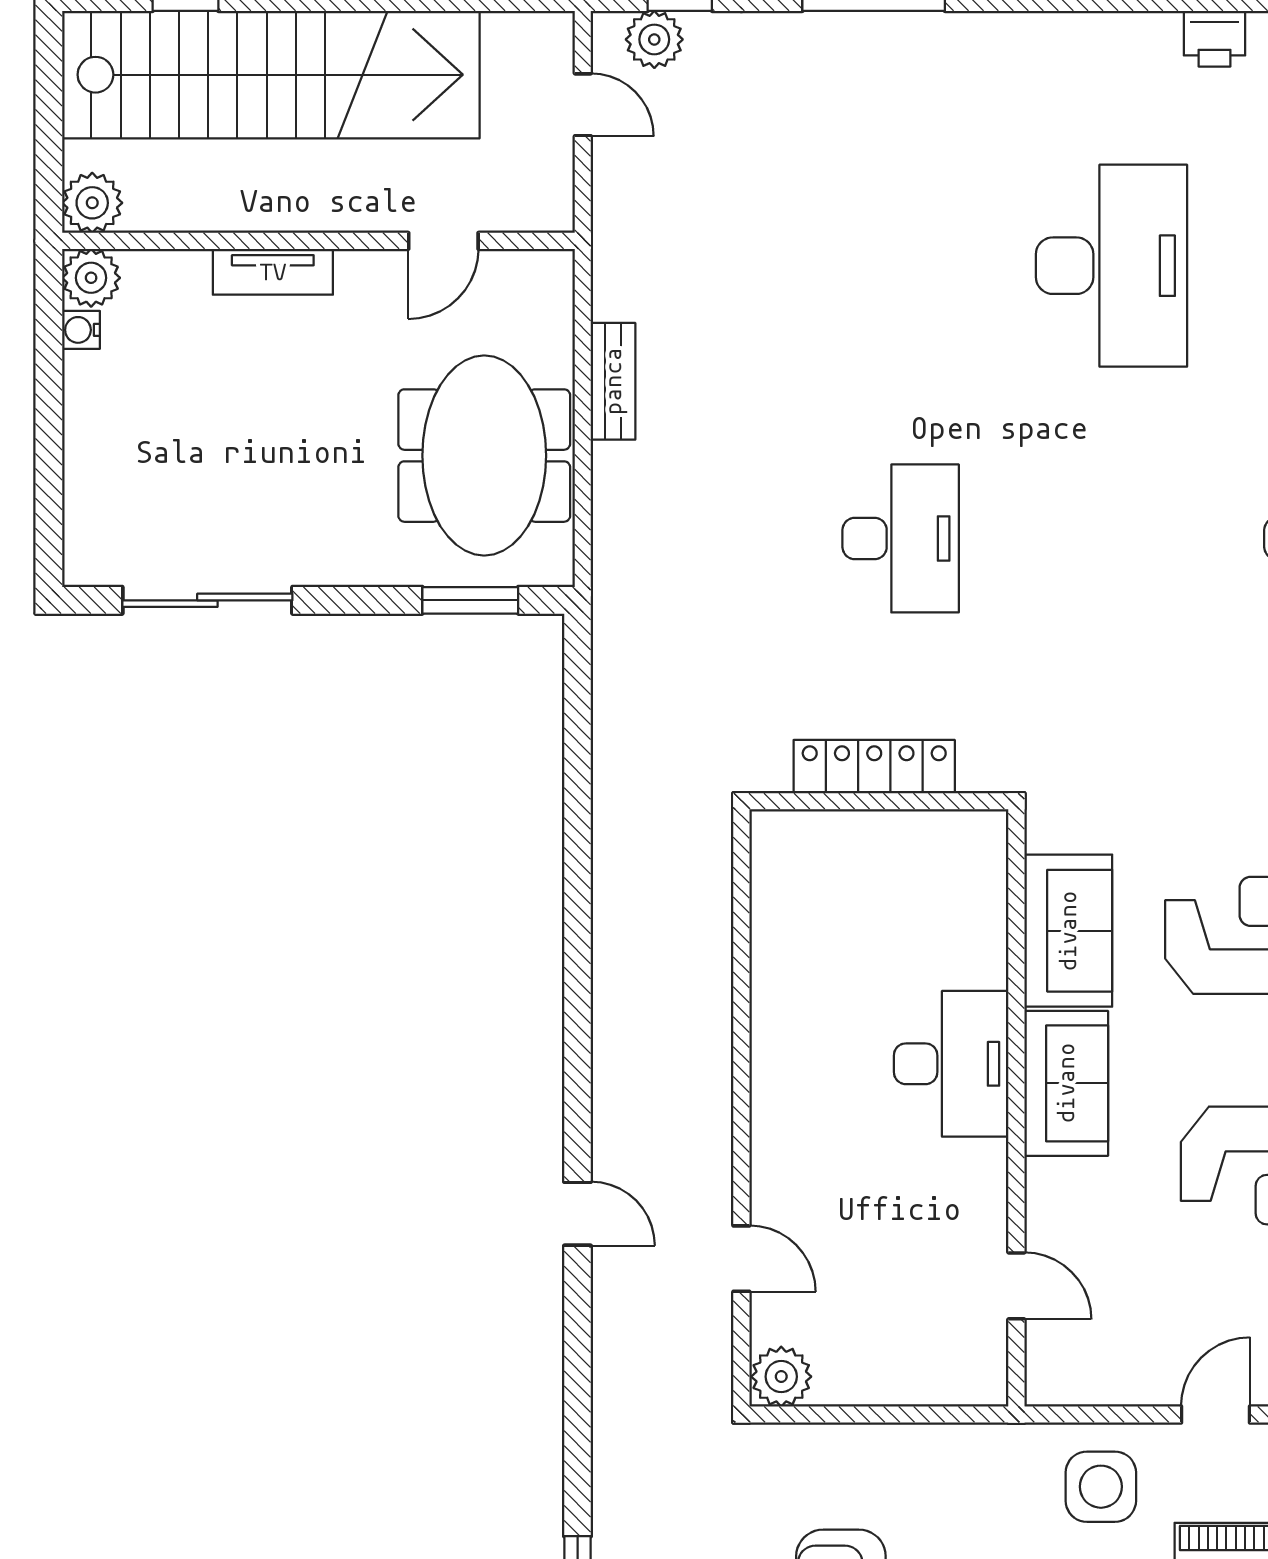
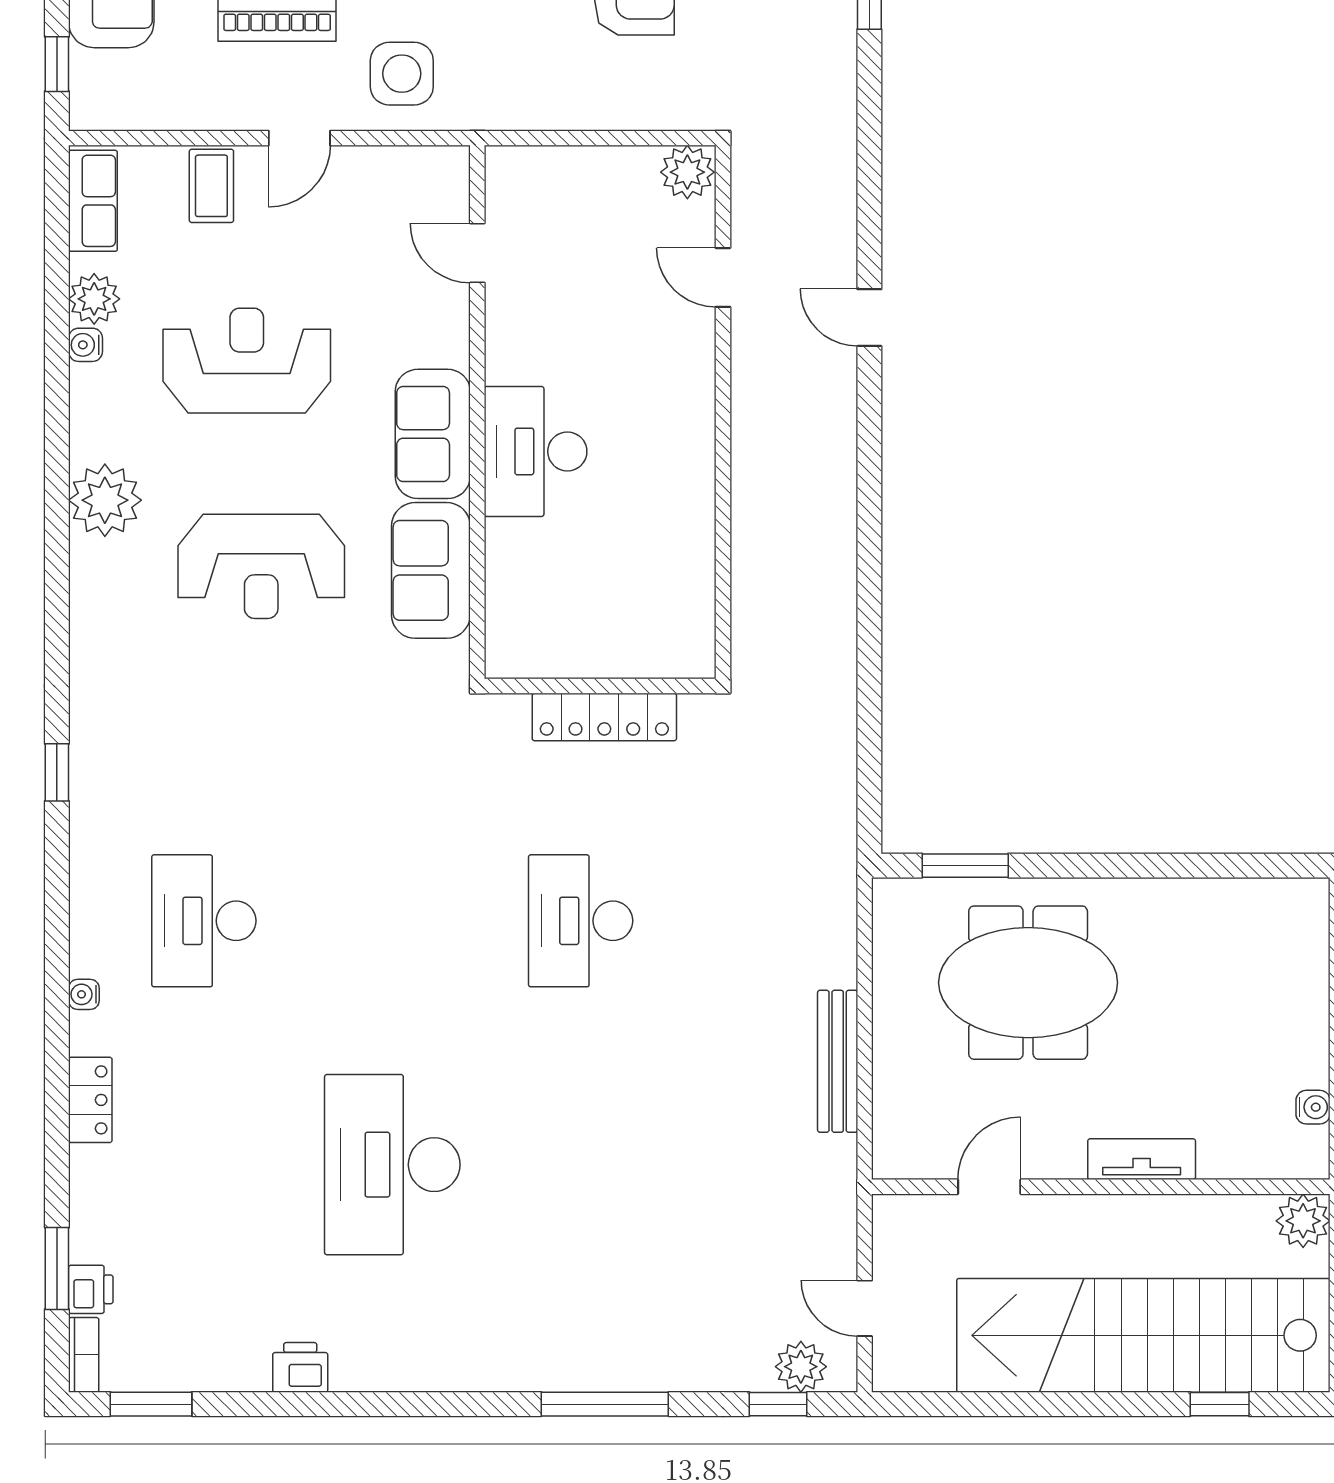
plant: (91, 278) -> (1304, 1154), removed
bench: (613, 381) -> (838, 1061), width x1.36
meeting table: (484, 456) -> (1028, 983), moved, turned 90
sliding door: (207, 600) -> (1200, 866), removed

